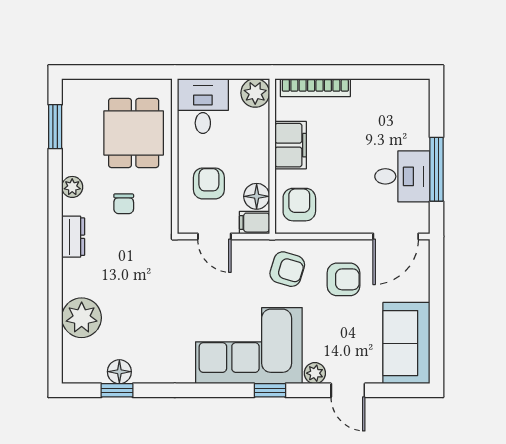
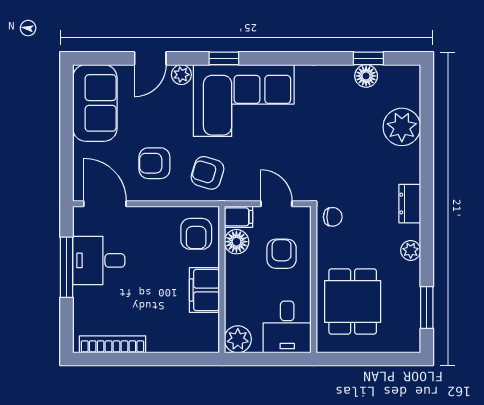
bookcase: (315, 88) -> (113, 344), moved
armchair: (209, 183) -> (282, 254), turned 180
chair: (124, 204) -> (333, 217), moved, turned 90
door: (396, 236) -> (105, 204), hinge flipped
door: (348, 390) -> (150, 58), swing flipped

